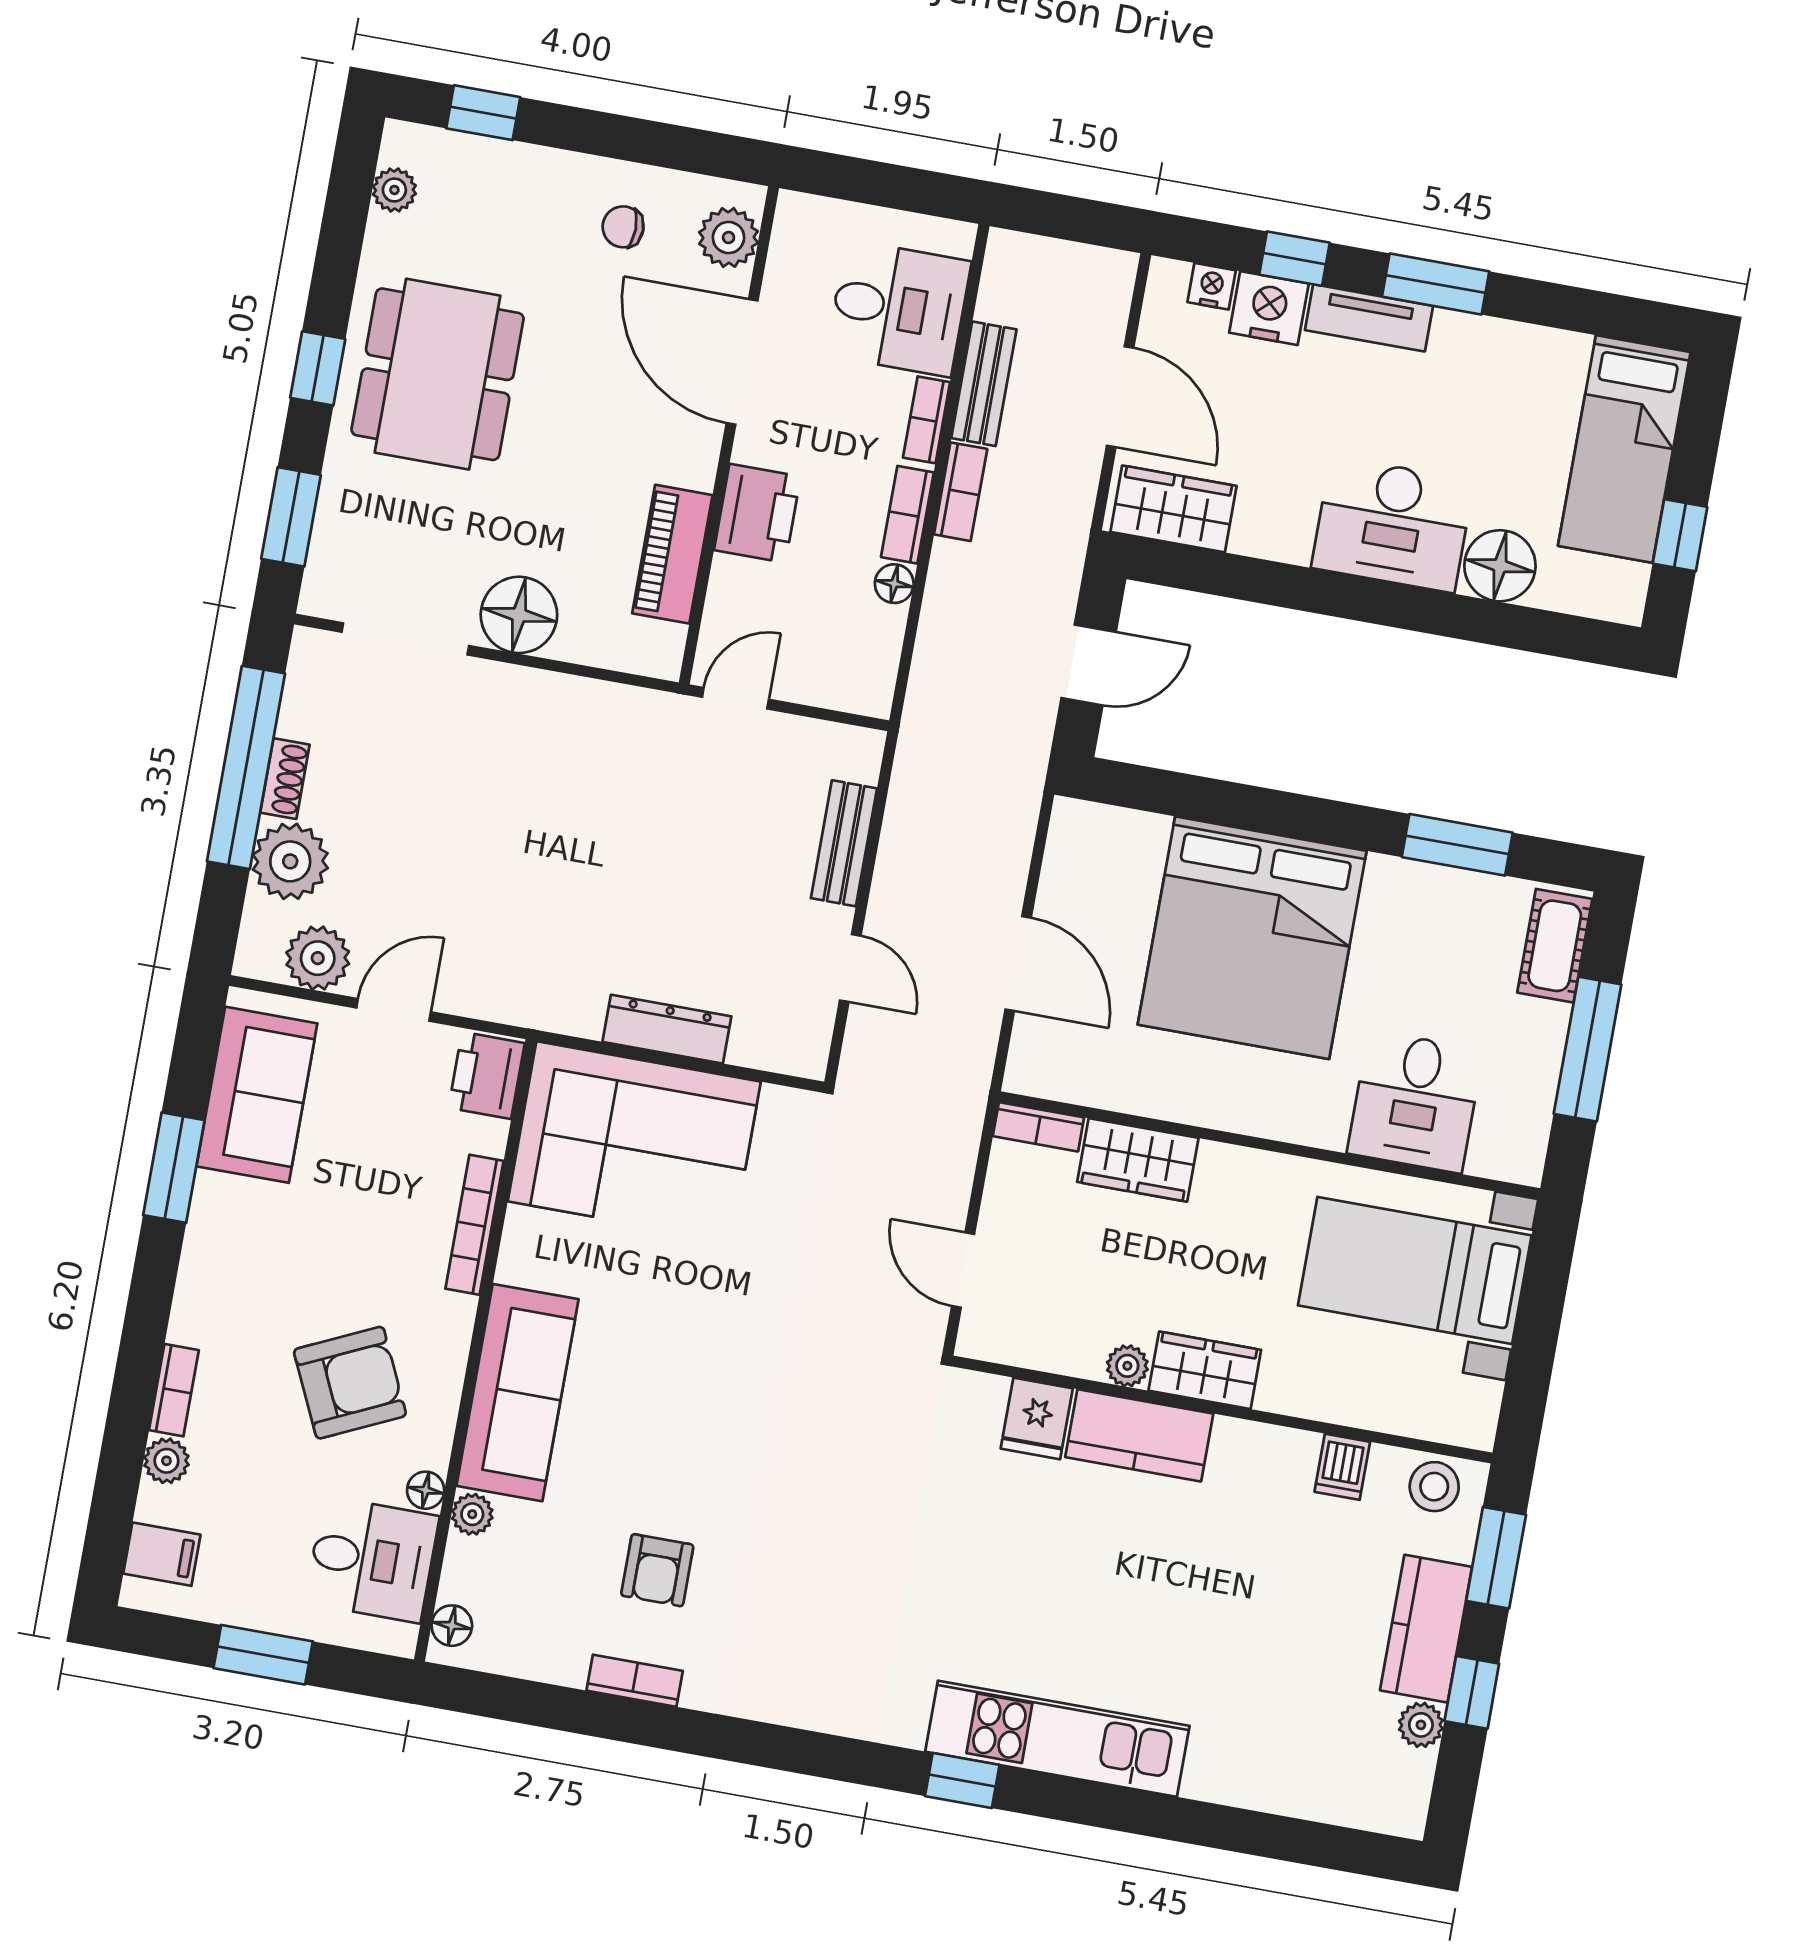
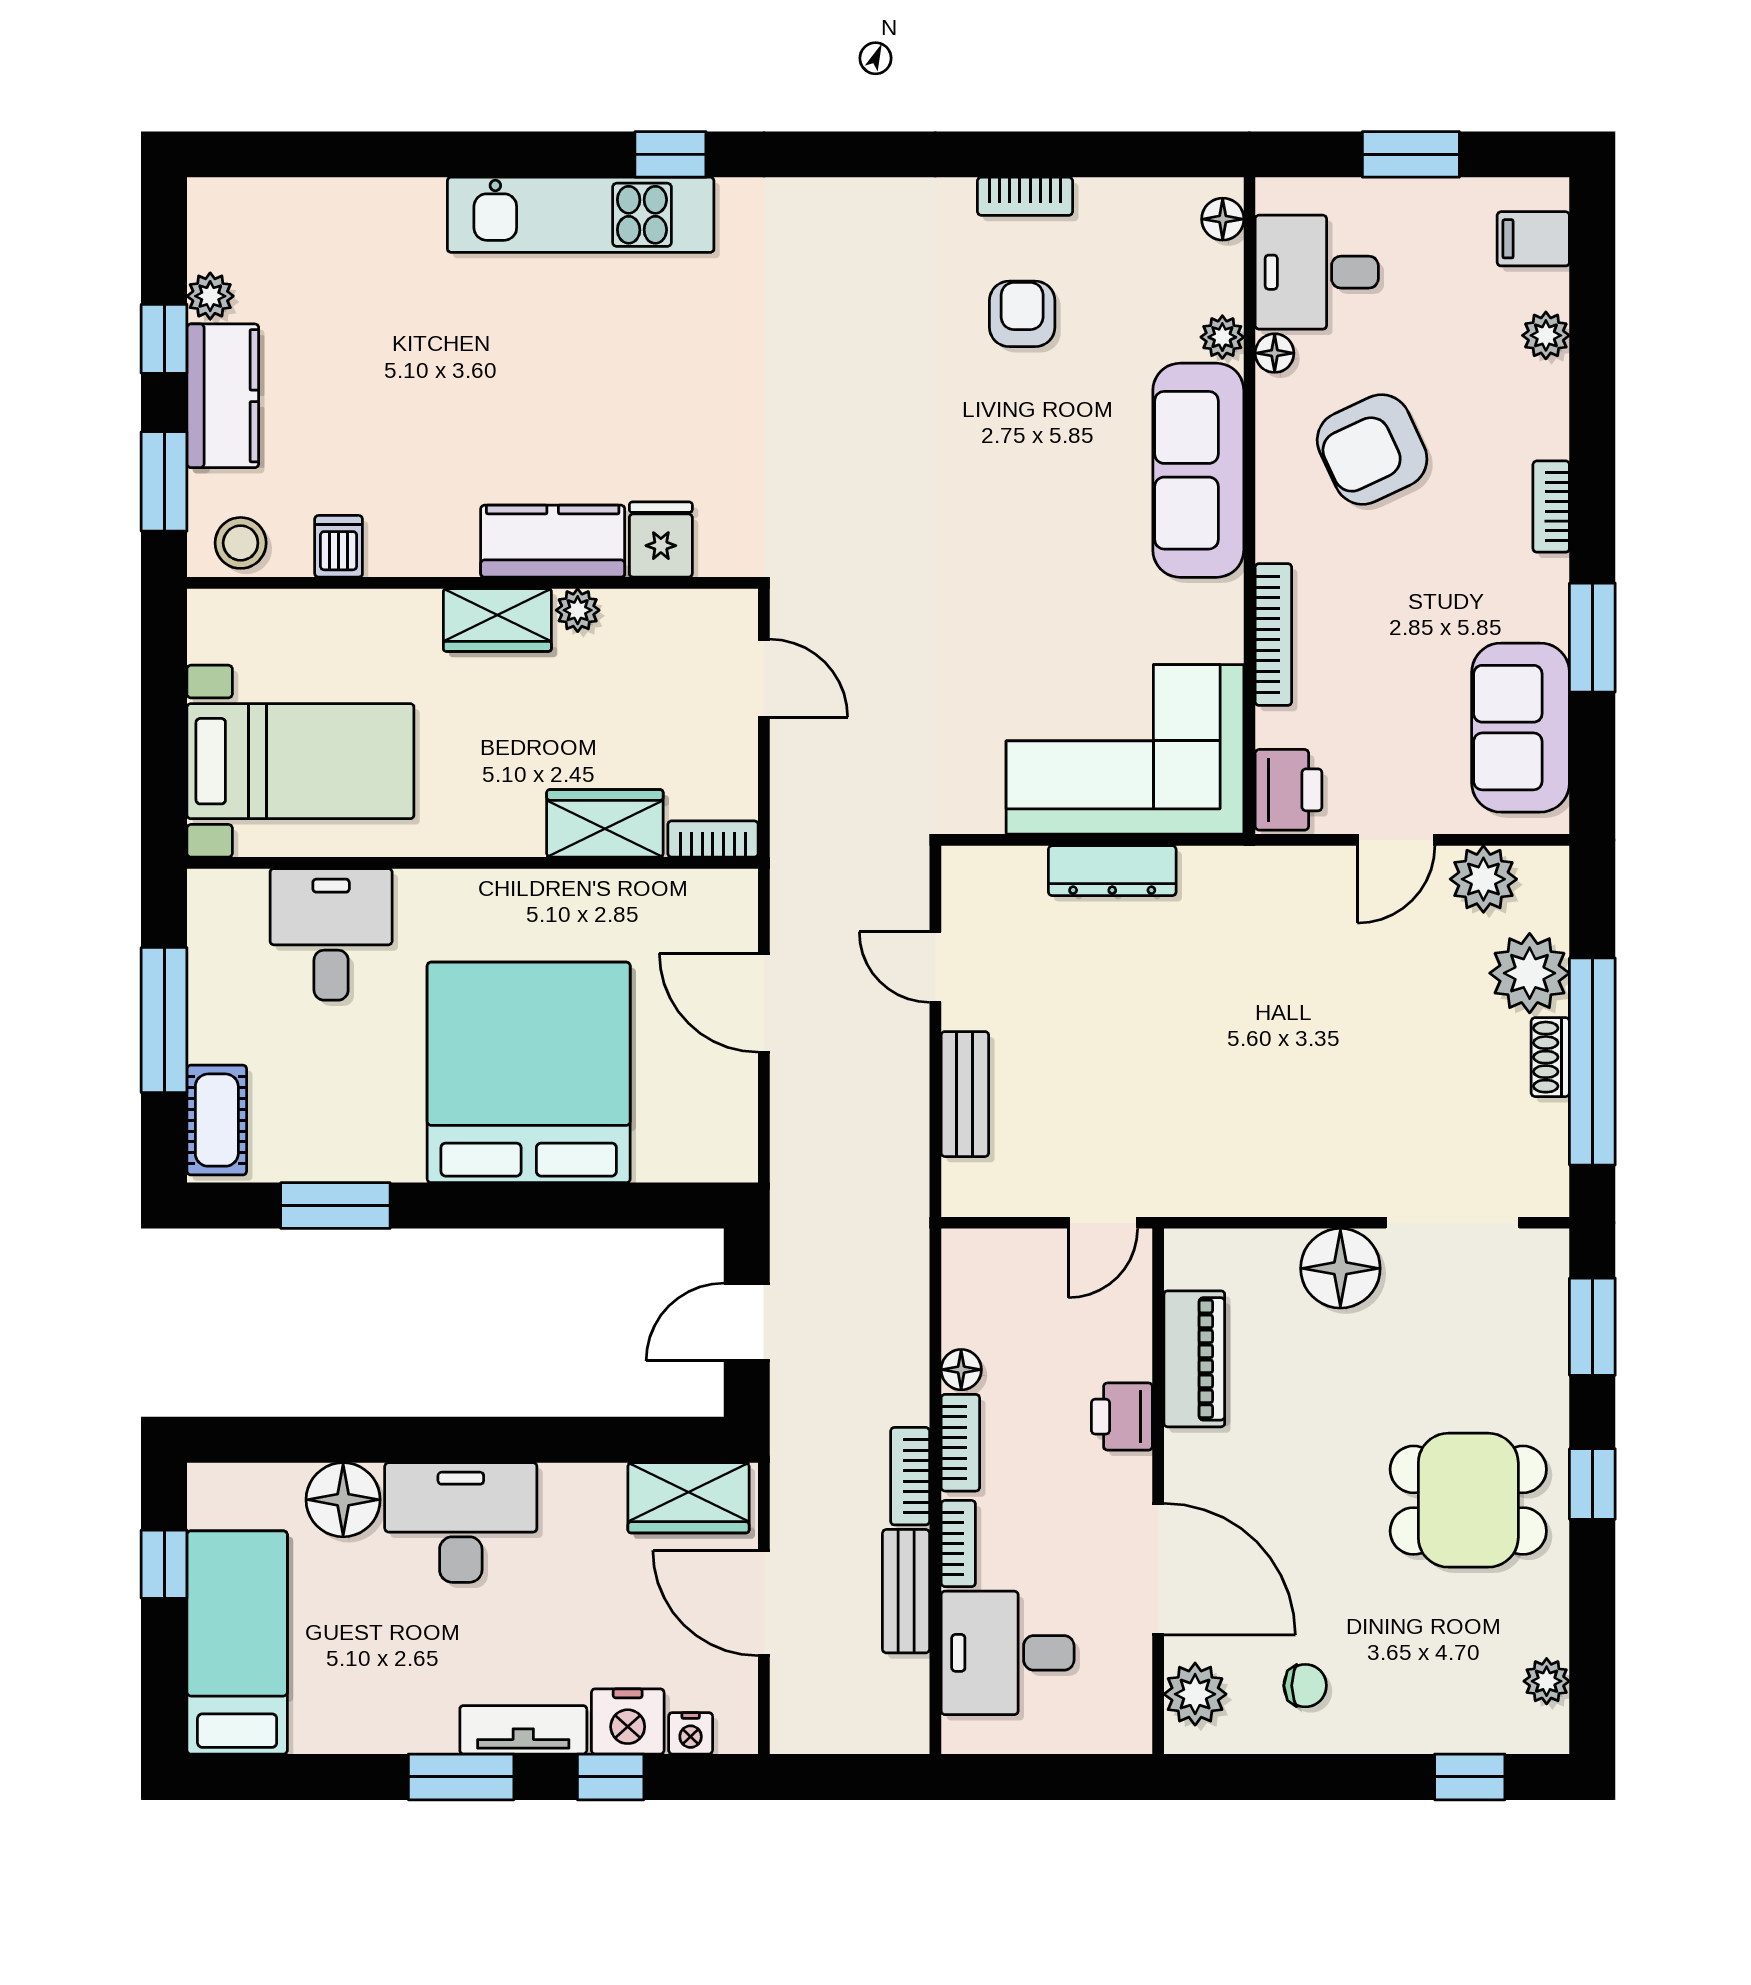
dining table: (438, 374) -> (1468, 1500), width x0.73
printer: (757, 513) -> (1122, 1417), width x0.73, depth x0.81
bookcase: (174, 1390) -> (1551, 507), moved

